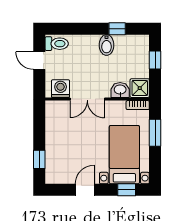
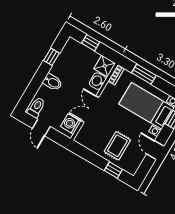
bidet: (107, 45) -> (53, 82), moved
door: (39, 61) -> (41, 127), hinge flipped
double door: (87, 99) -> (90, 109), swing flipped
rug: (66, 149) -> (117, 146), added

